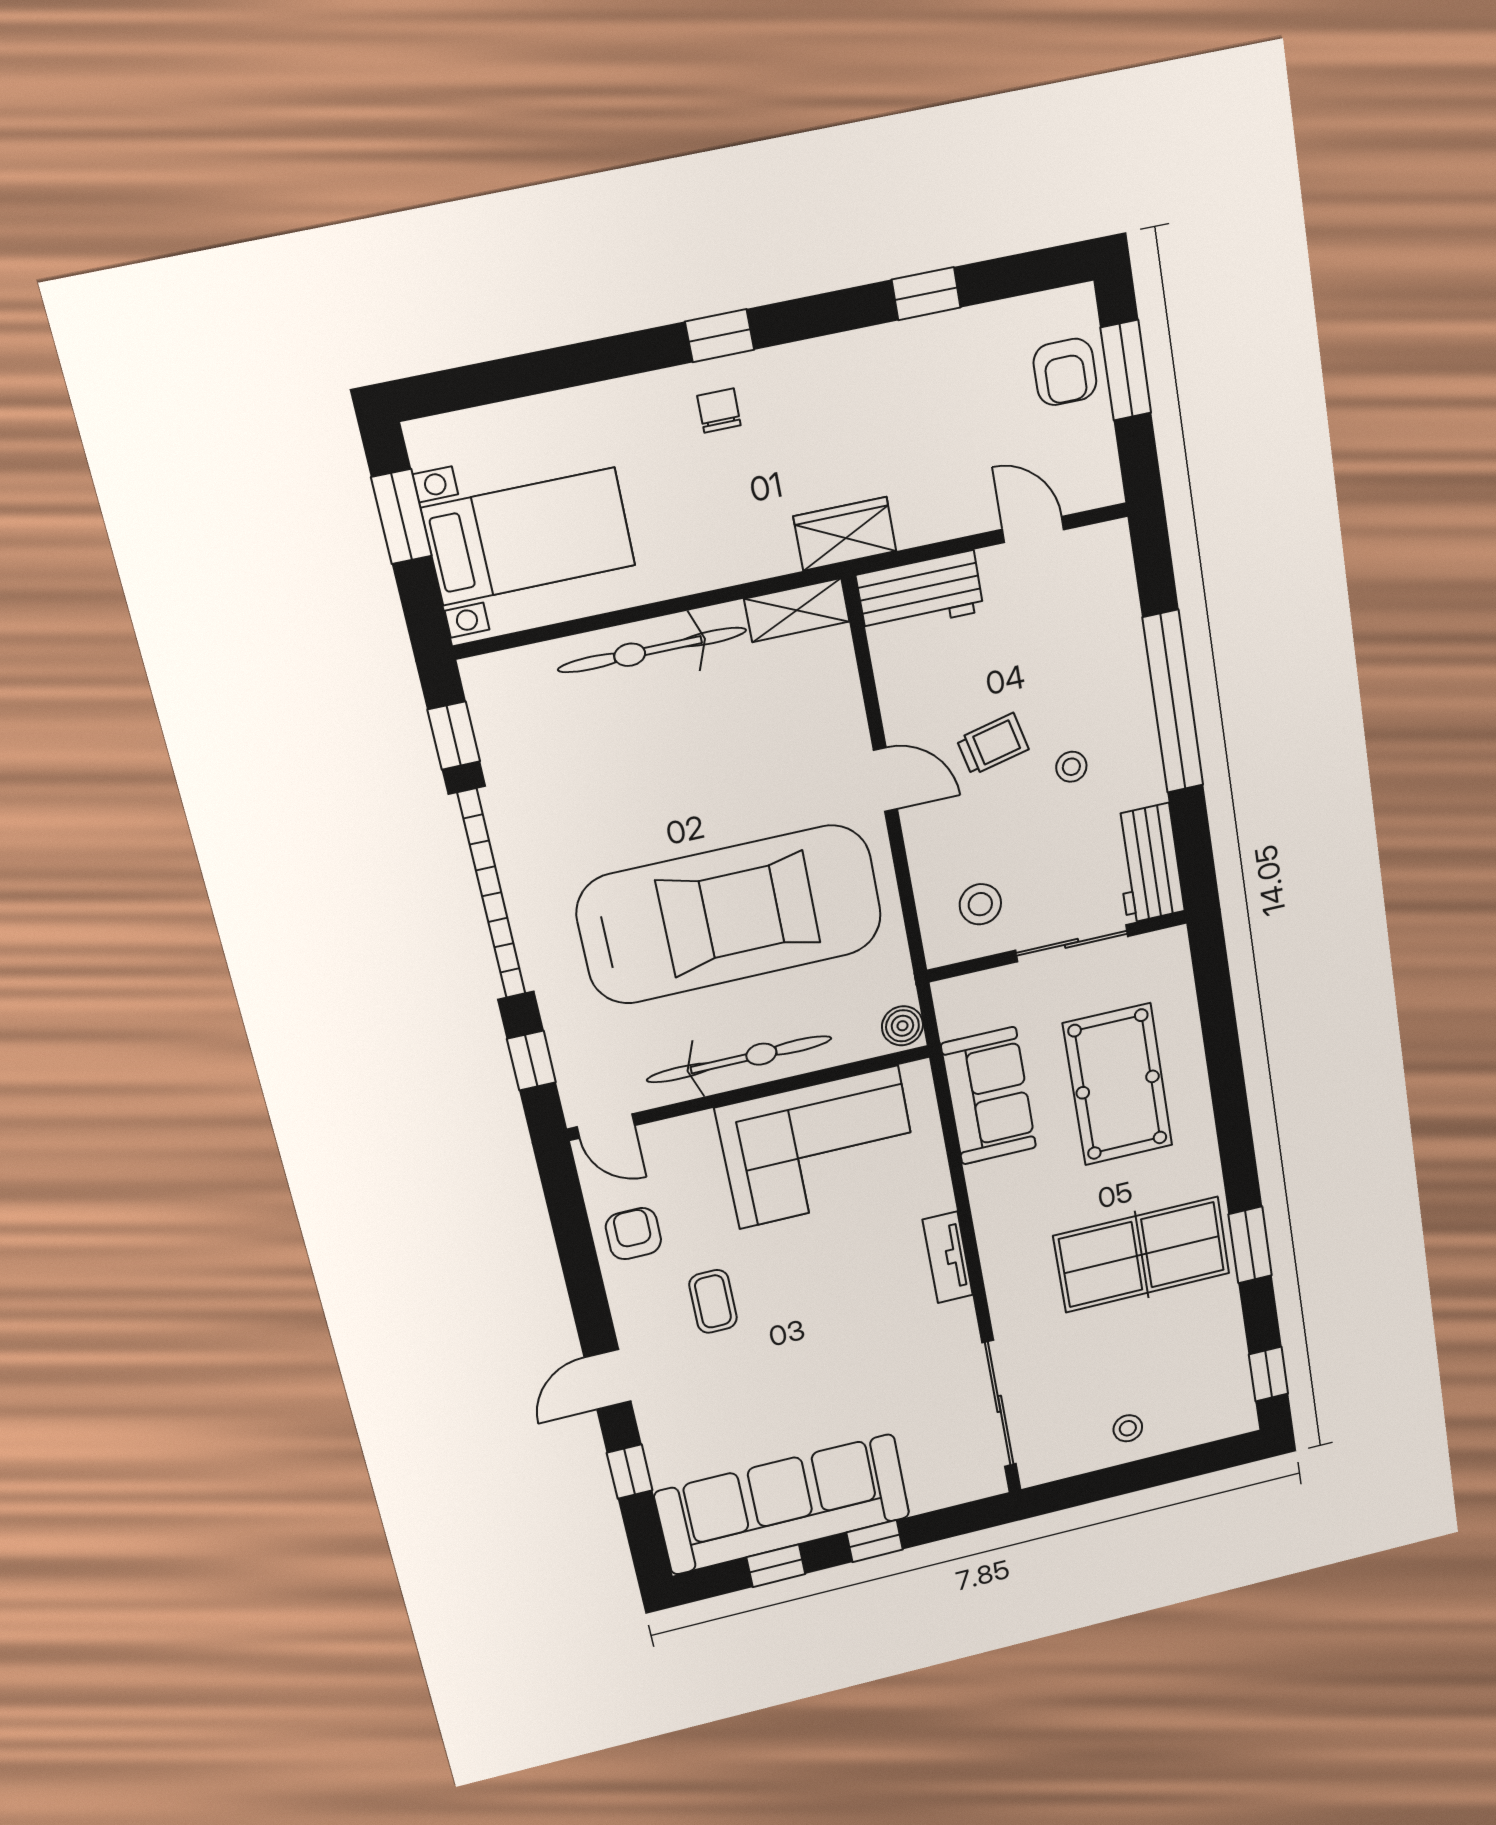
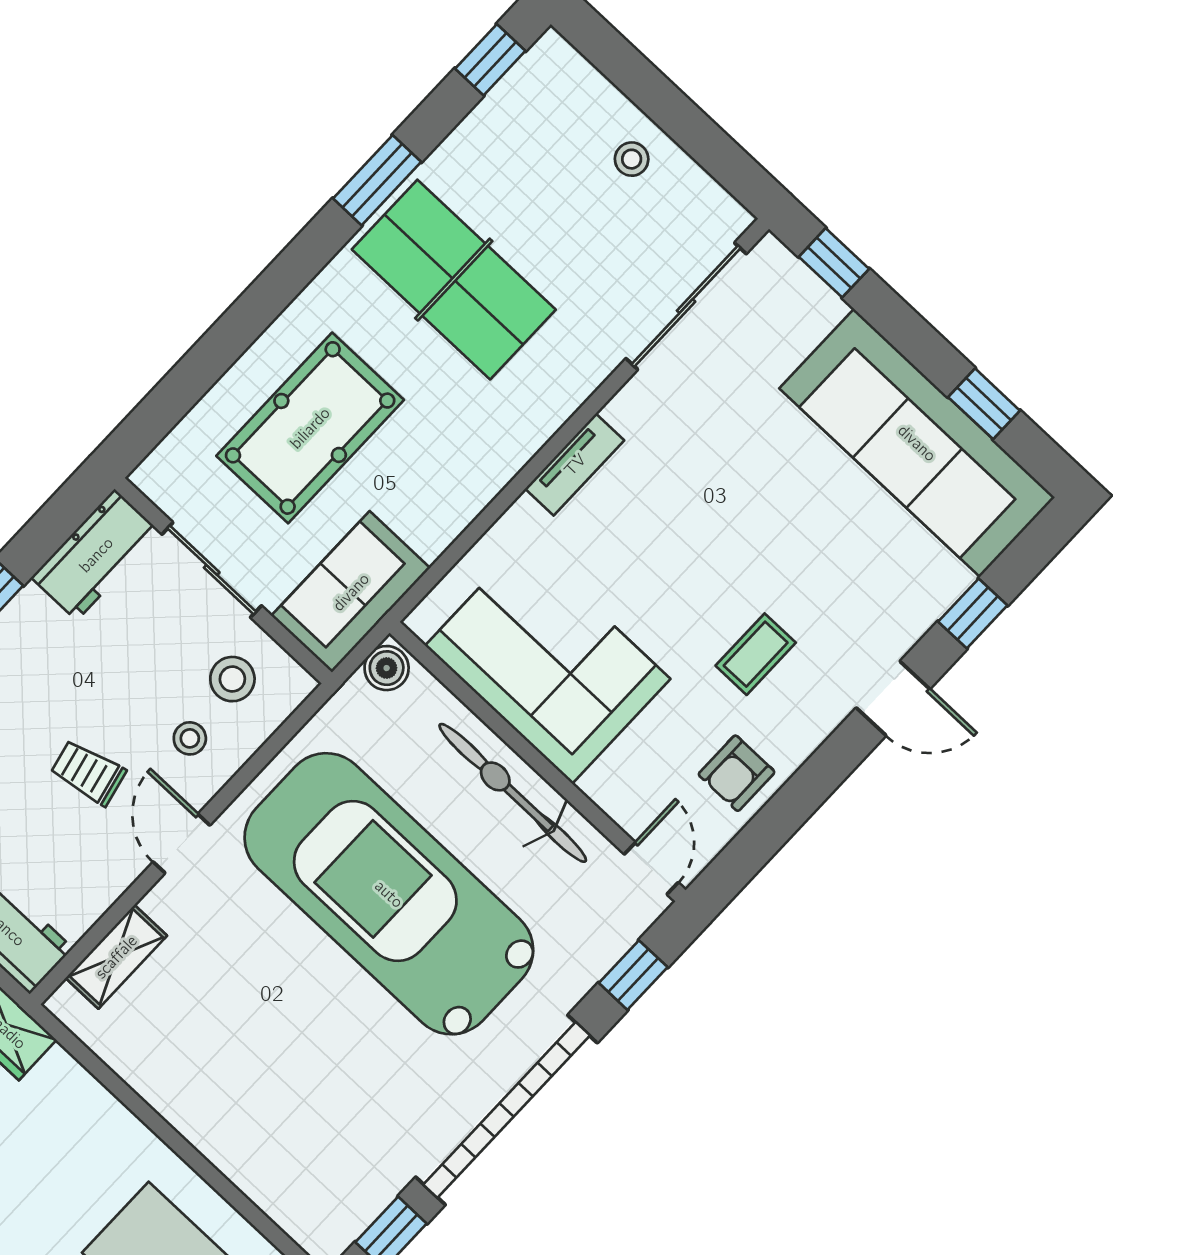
shelving: (797, 610) -> (116, 957), moved, turned 90
bicycle: (652, 650) -> (208, 1119), removed
stool: (1071, 767) -> (190, 738), moved
sofa: (989, 1096) -> (351, 592), moved
window: (875, 1541) -> (834, 263), moved

